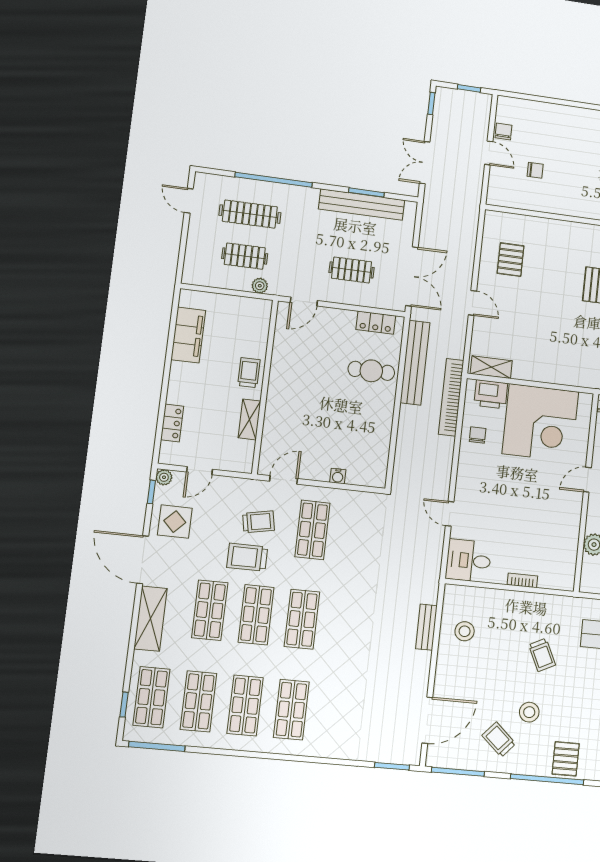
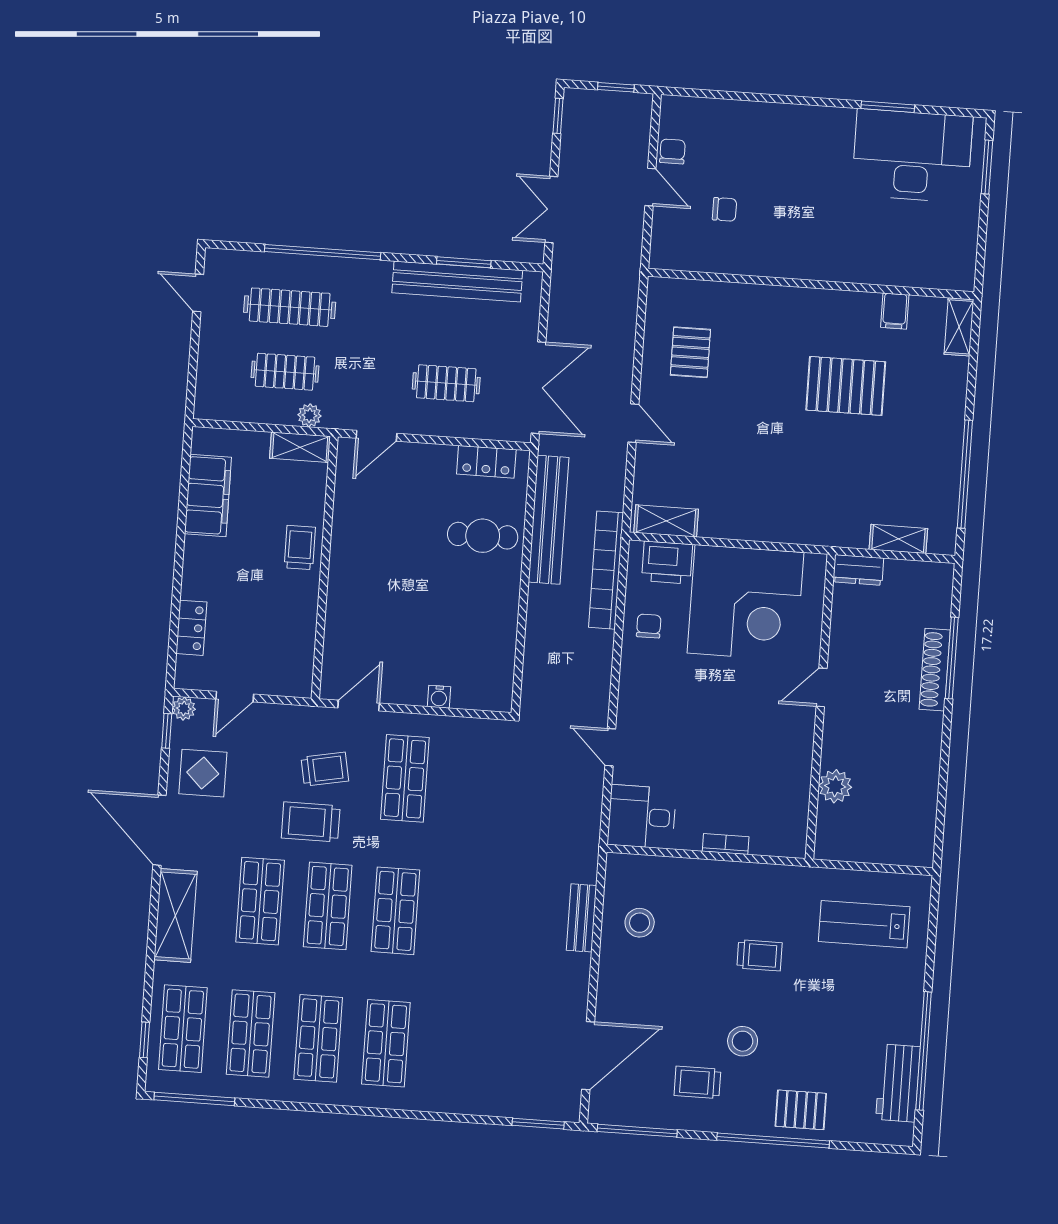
shelving: (249, 419) -> (300, 447), moved, turned 90
trolley: (542, 655) -> (760, 955), turned -64
trolley: (499, 739) -> (697, 1082), turned -42
pallet: (566, 759) -> (801, 1110), turned 90

